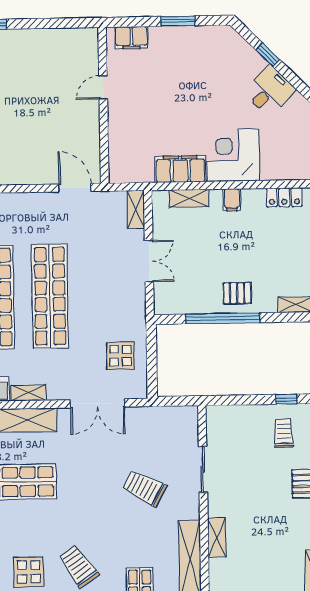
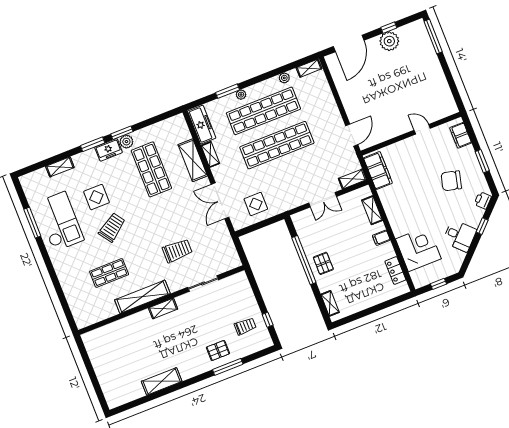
printer: (233, 41) -> (483, 200), added
chair: (189, 74) -> (451, 181), added
corner desk: (233, 155) -> (418, 249), moved
filing cabinet: (180, 169) -> (378, 171), moved
trolley: (144, 488) -> (177, 251), turned 62

